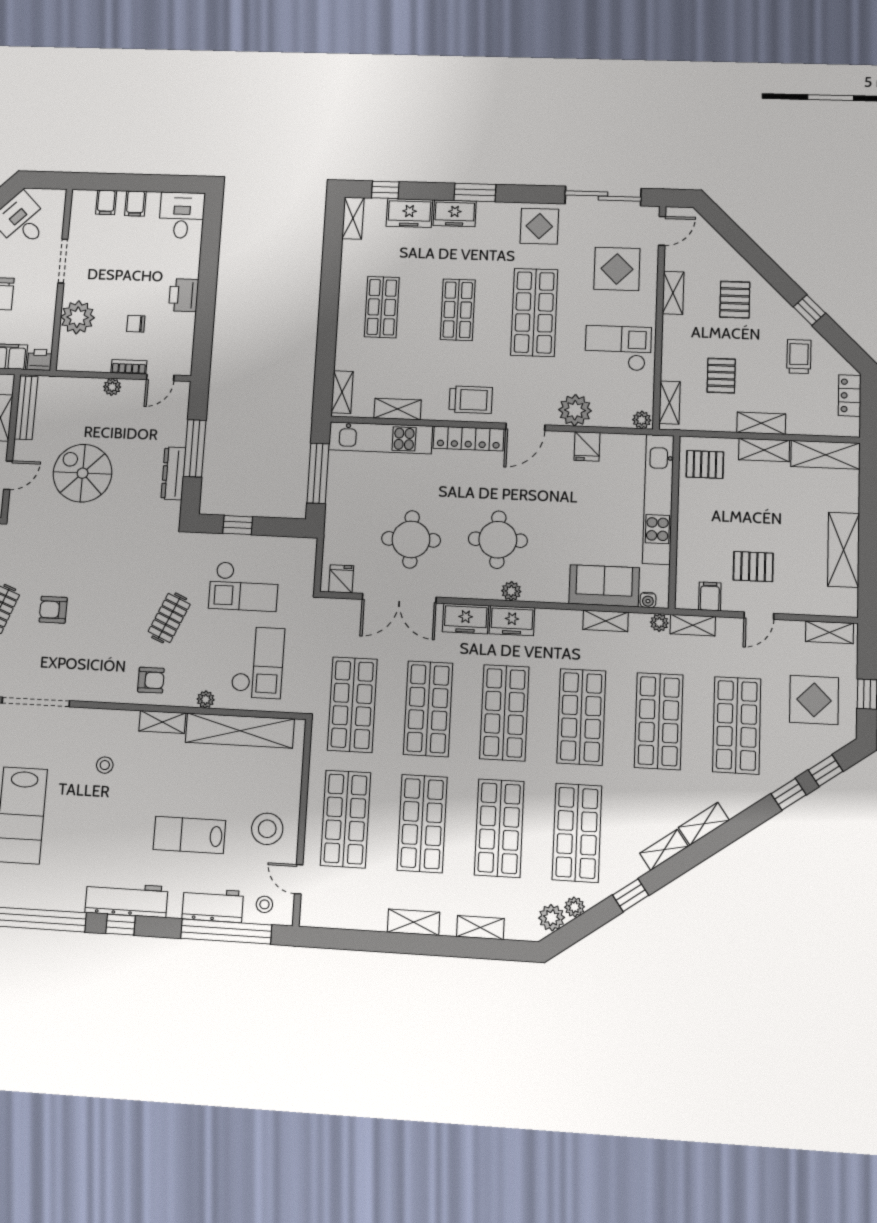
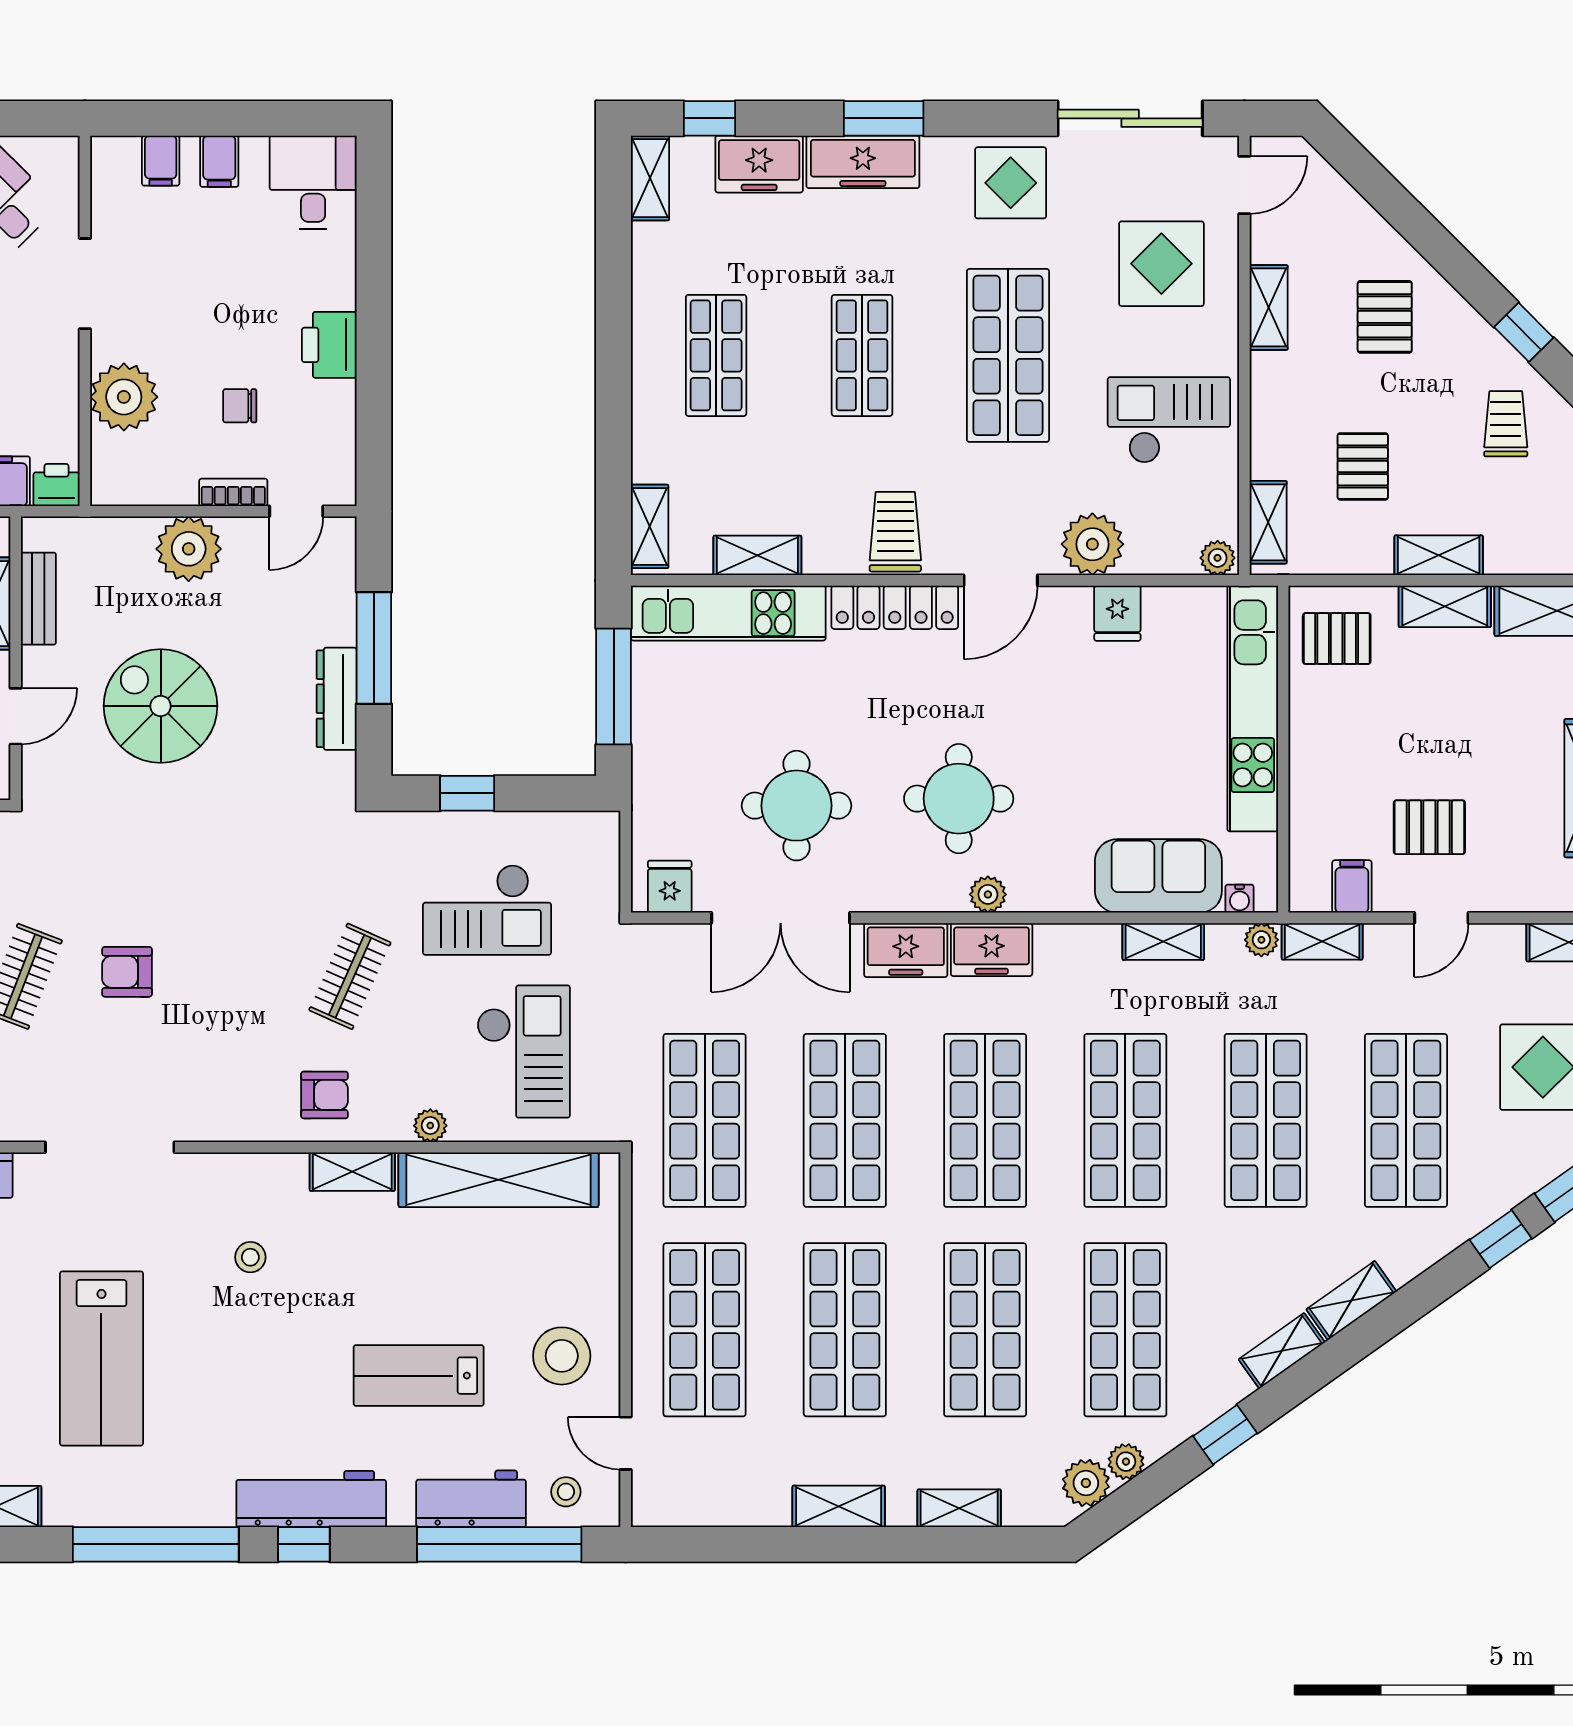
freezer: (455, 213) -> (863, 162), width x1.40
plant: (112, 387) -> (189, 549), width x1.88, depth x1.88
trolley: (471, 400) -> (895, 532), turned -90
bench: (26, 408) -> (38, 599), width x0.73

